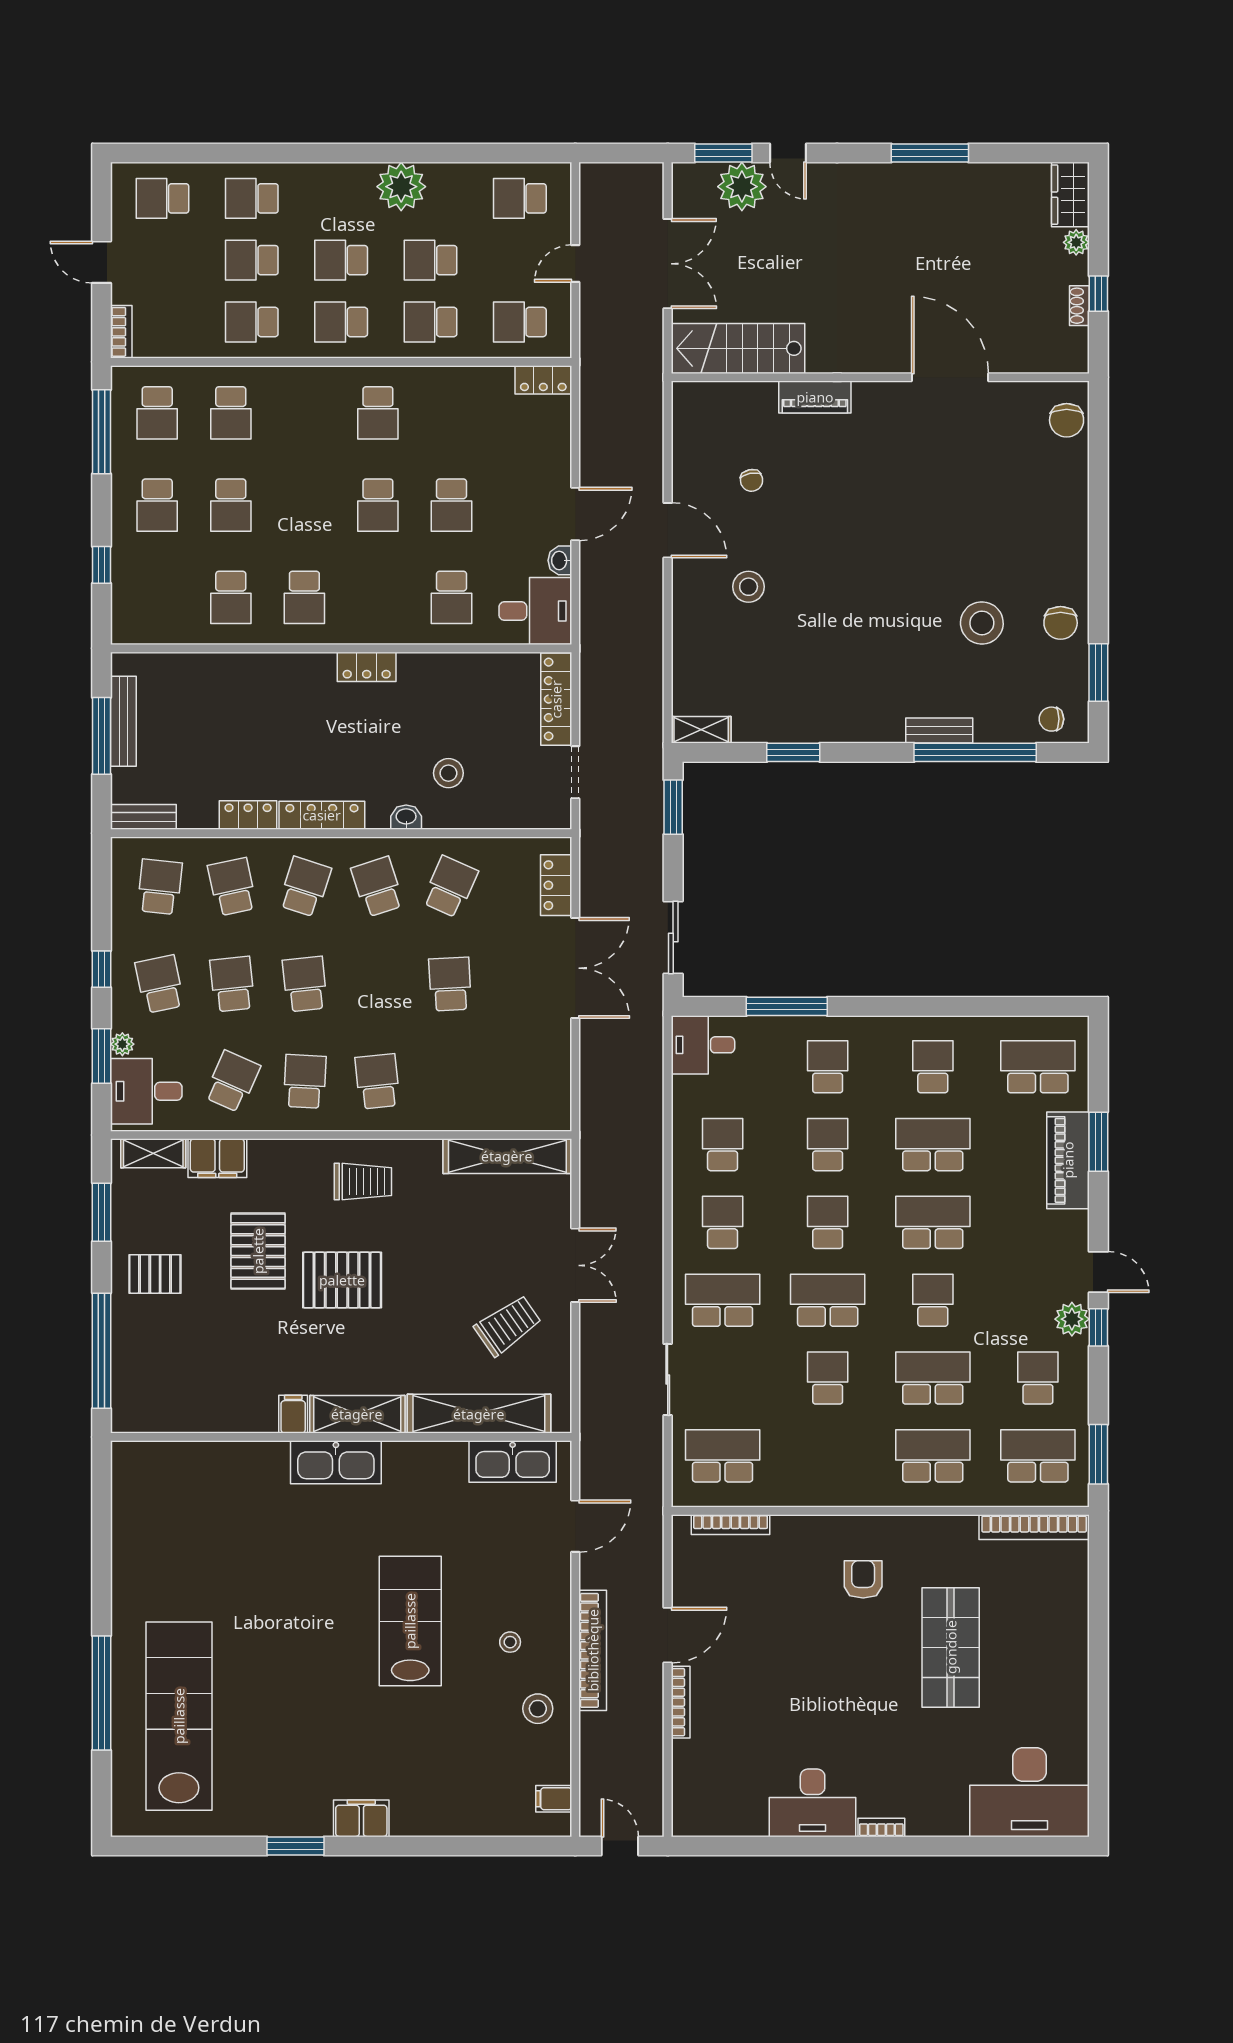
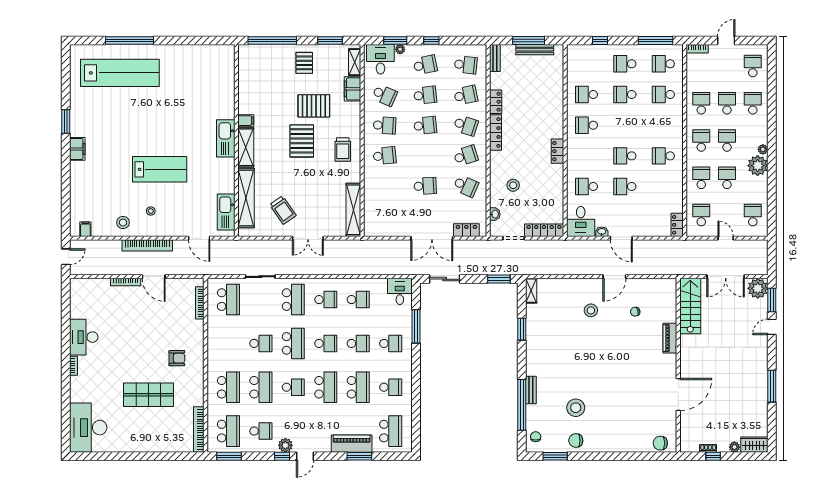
plant: (362, 174) -> (763, 149), added
plant: (742, 187) -> (758, 288), moved
washbasin: (406, 817) -> (495, 214), moved

